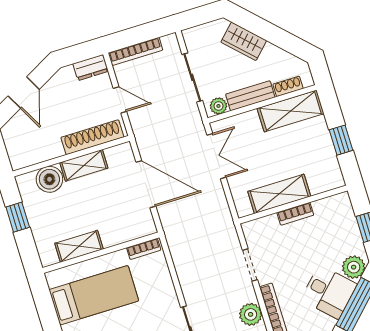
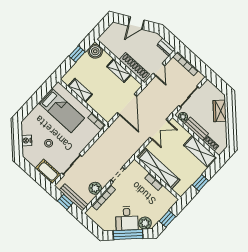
boiler: (49, 179) -> (95, 51), moved
shelving: (279, 194) -> (159, 169), width x1.47

